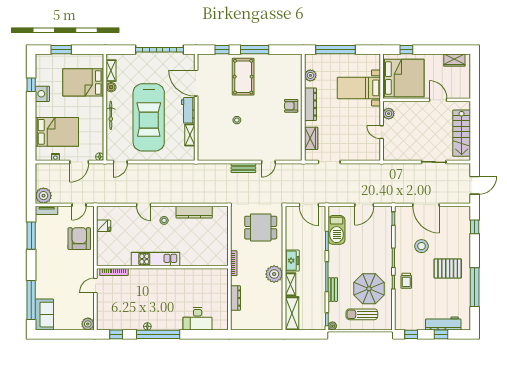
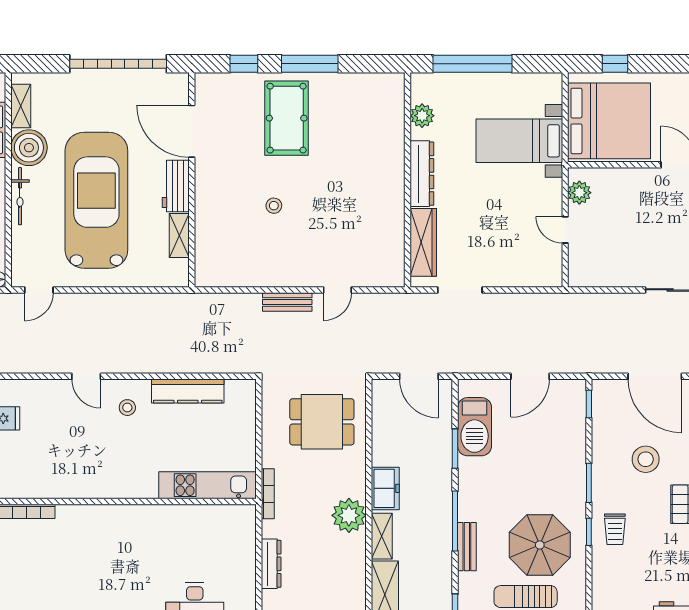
boiler: (111, 87) -> (29, 148), width x1.86, depth x1.86
armchair: (291, 106) -> (383, 177), removed
car: (149, 117) -> (96, 200), turned 180
wardrobe: (311, 138) -> (423, 242), width x1.50
kitchen unit: (155, 259) -> (207, 485), moved

